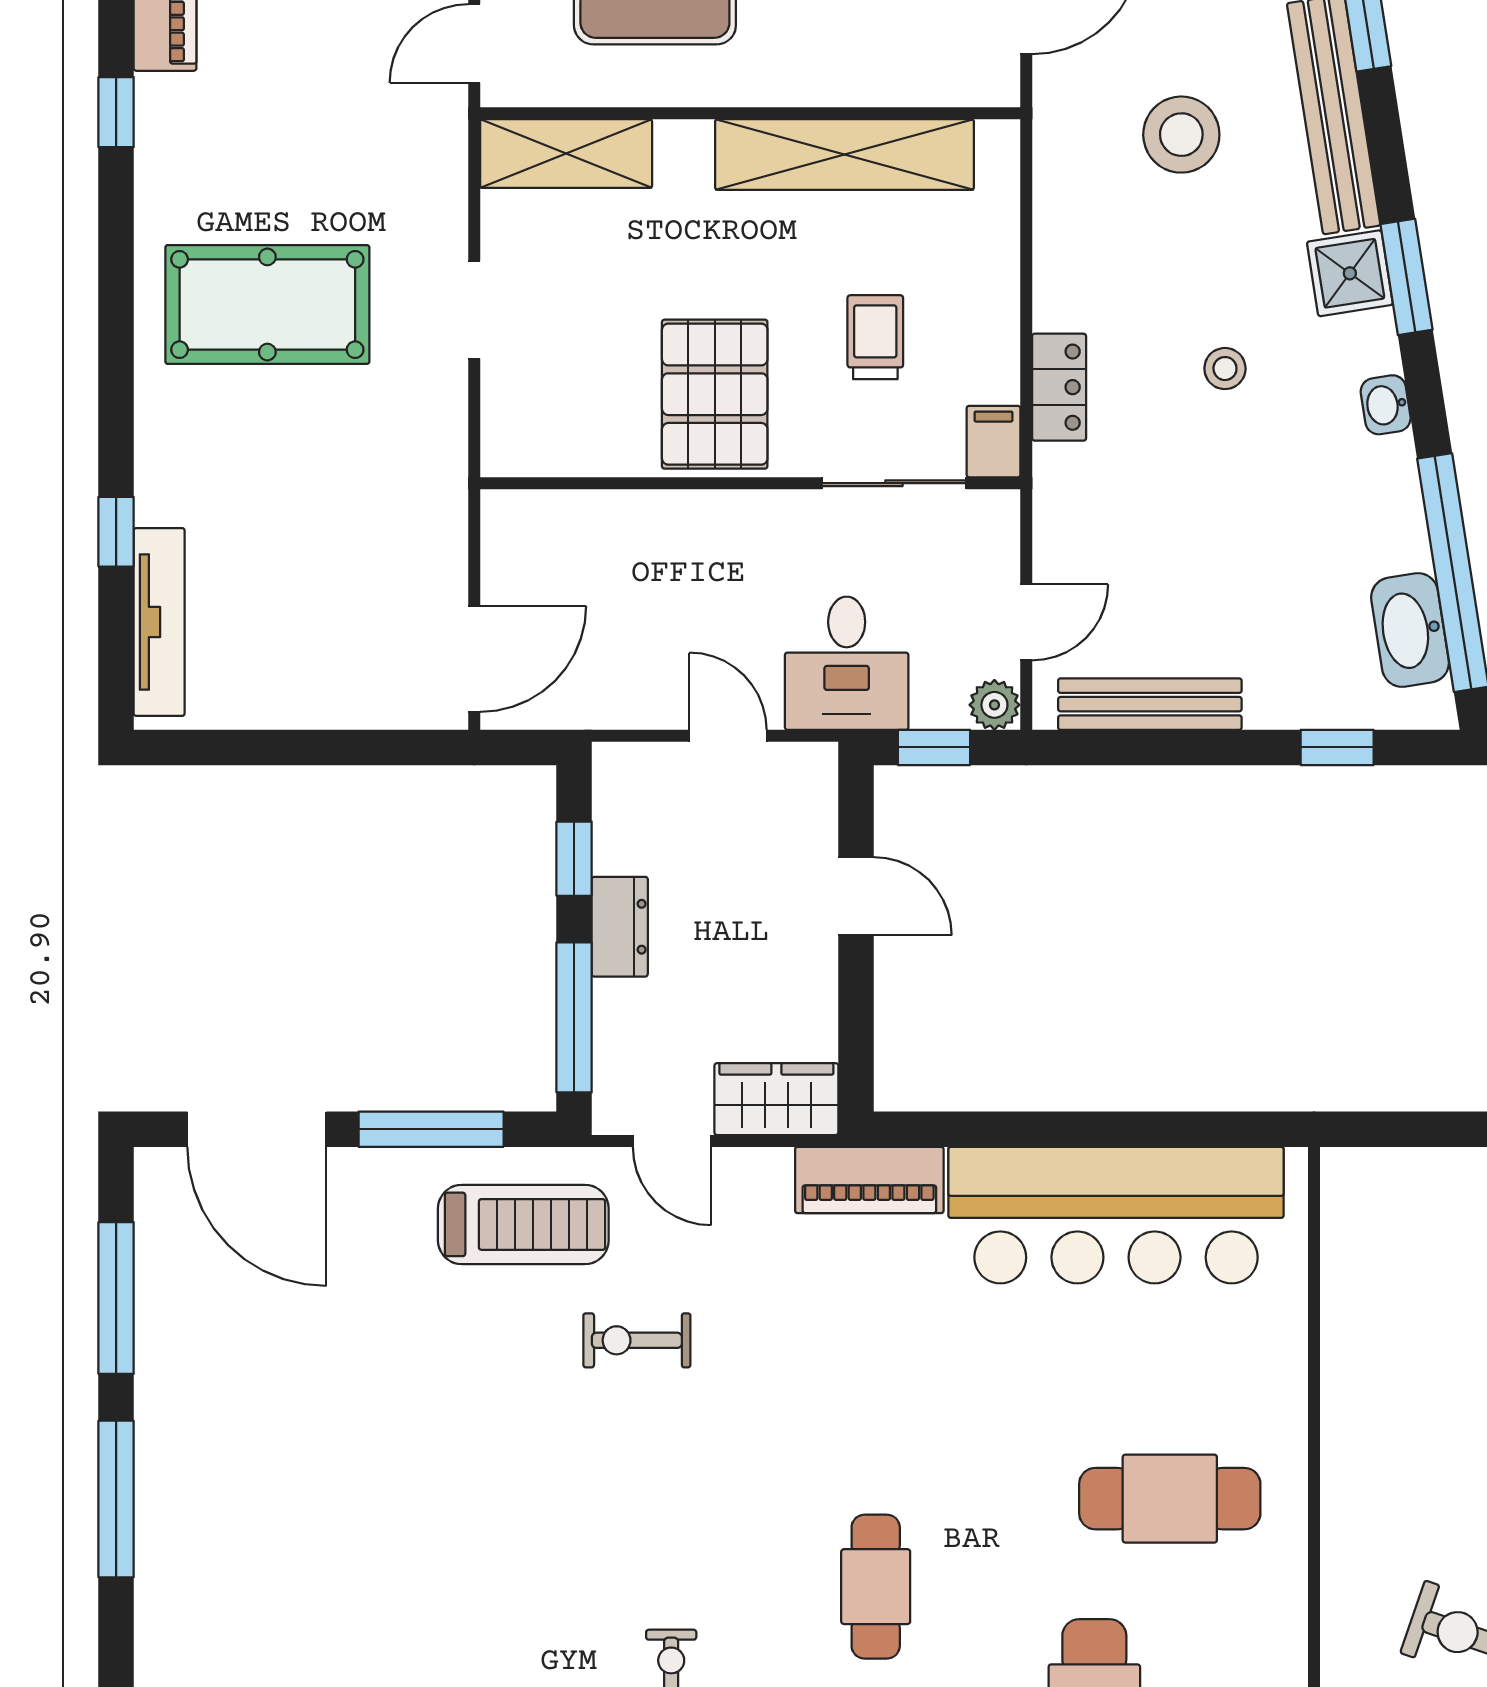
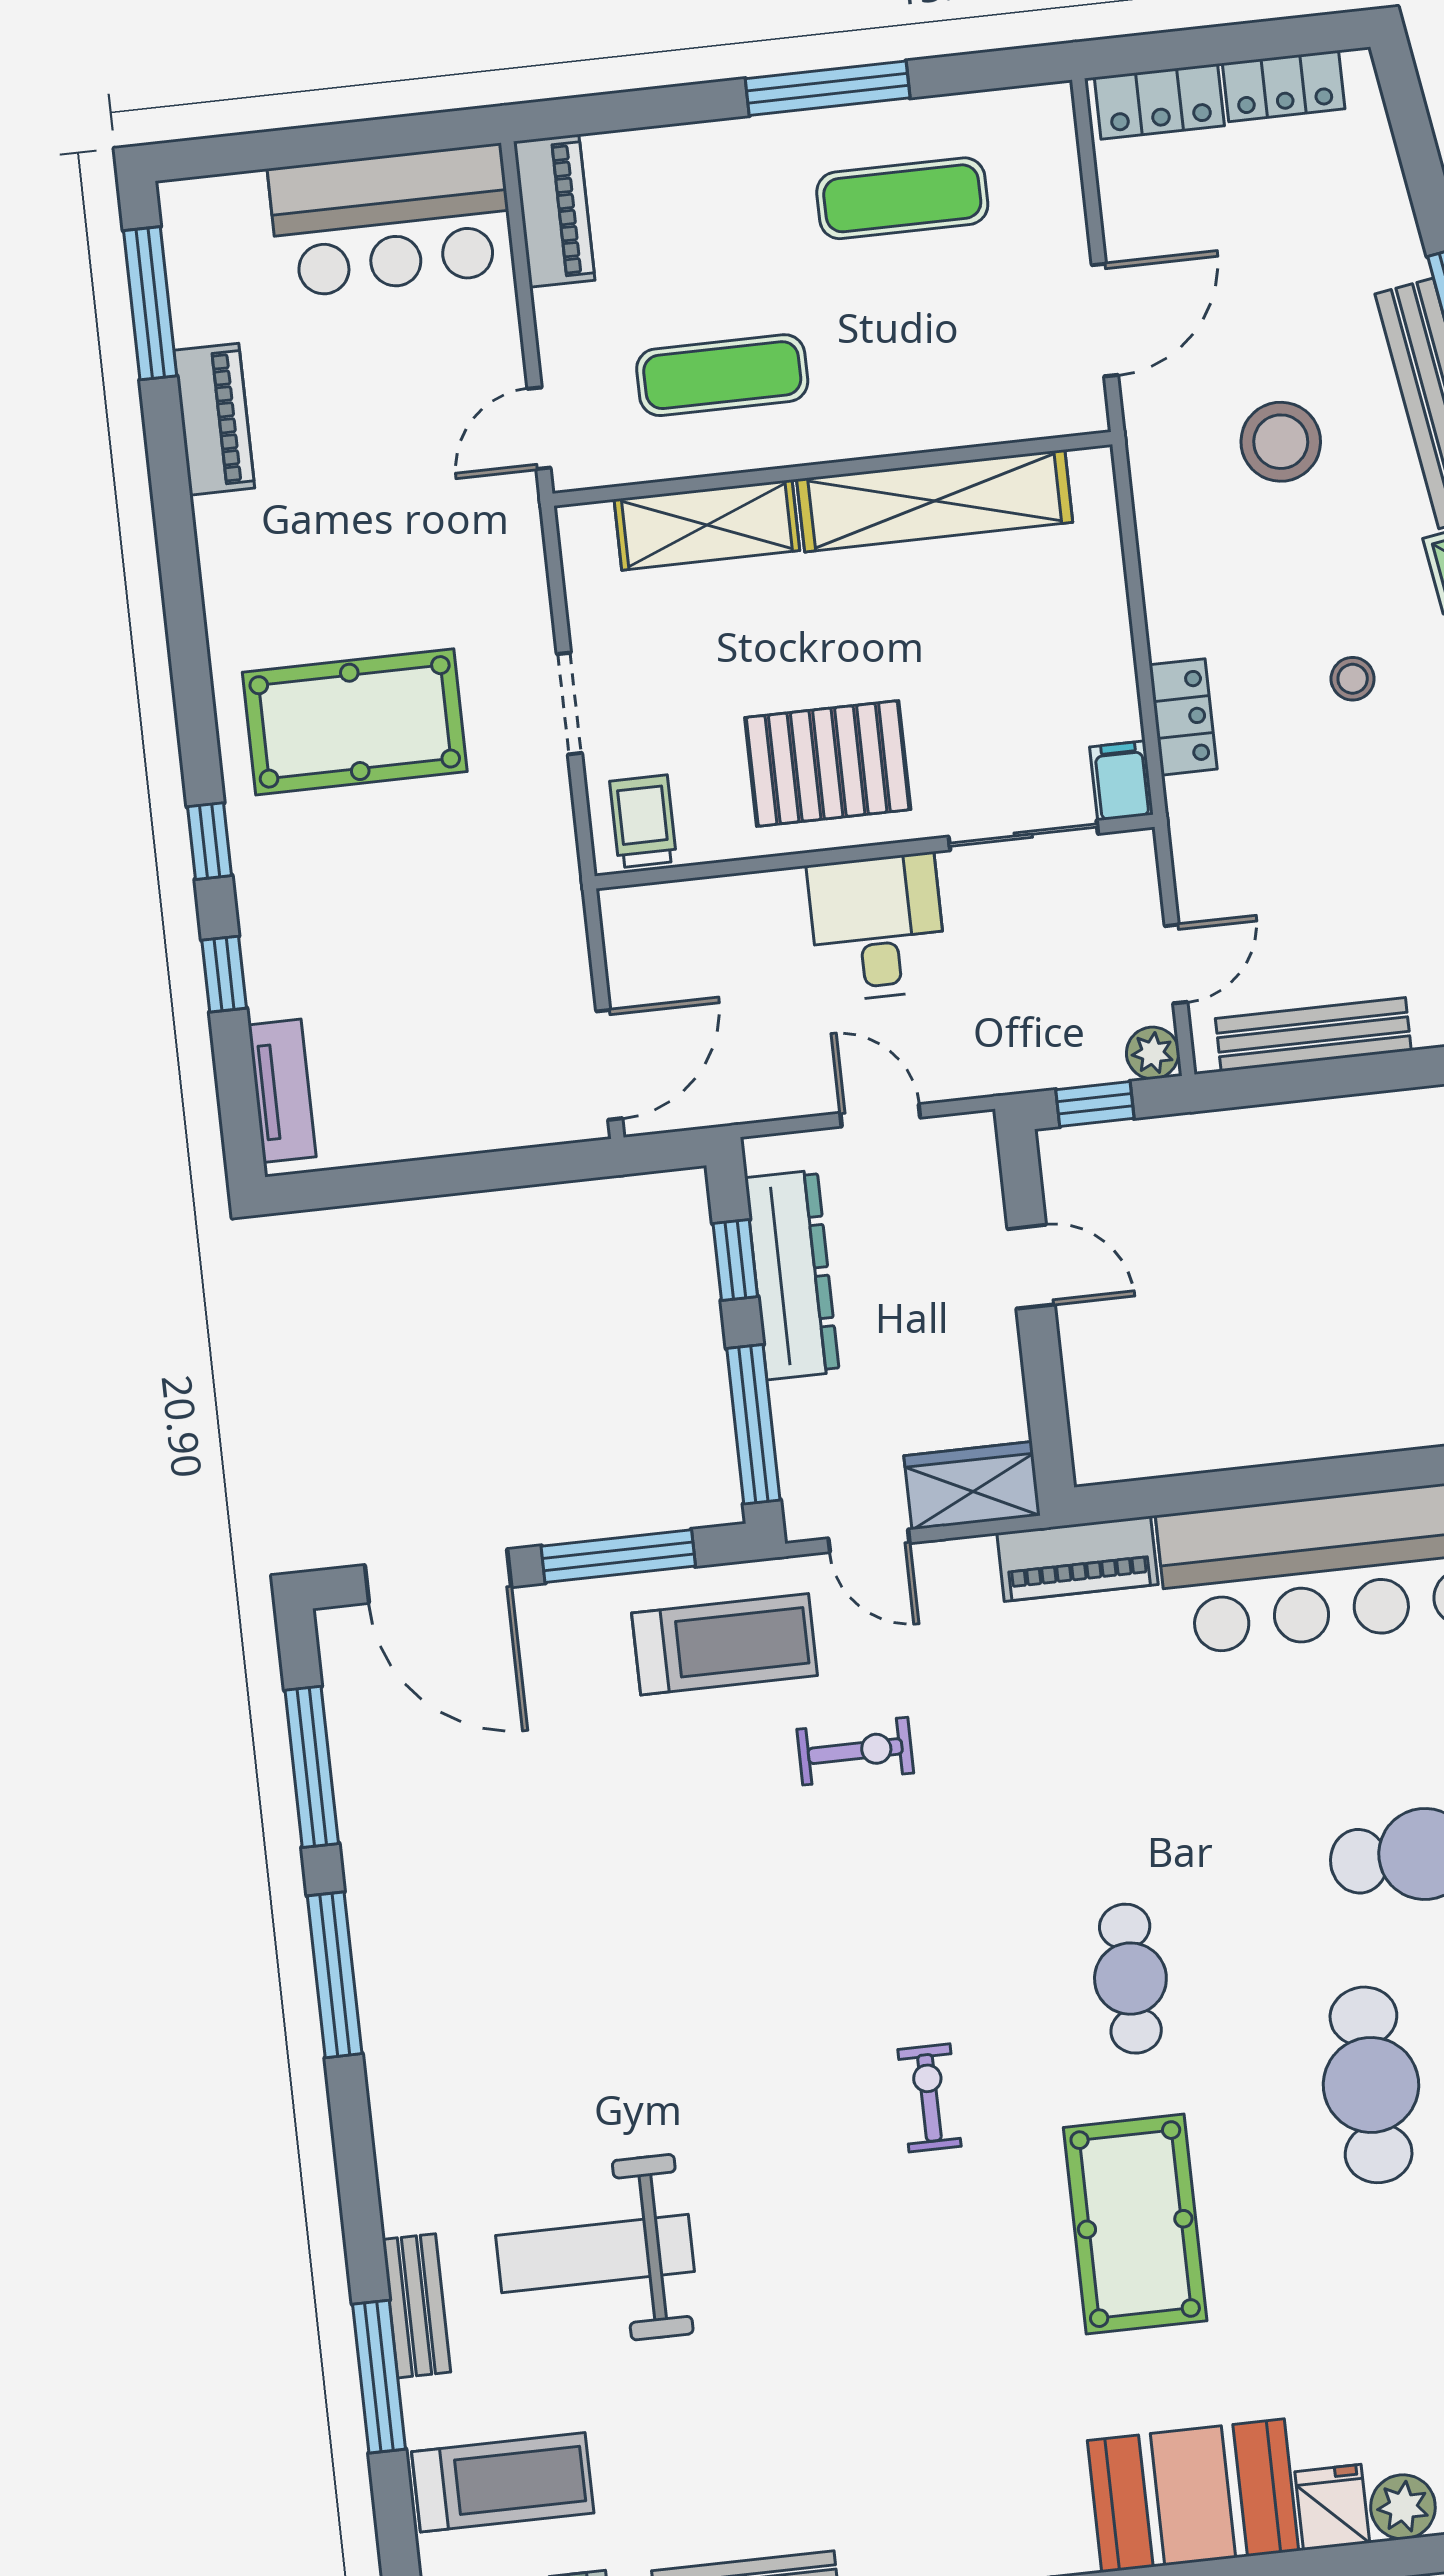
window: (116, 112) -> (209, 841), moved
shelving: (566, 154) -> (707, 525), moved
trolley: (875, 337) -> (643, 821), moved
pallet: (715, 394) -> (828, 764), turned 90
tv unit: (159, 622) -> (282, 1091), width x0.71
desk: (847, 663) -> (877, 927), moved, turned 180
dresser: (620, 927) -> (792, 1275), width x1.96, depth x1.24
exercise bike: (637, 1340) -> (855, 1751), turned 180

